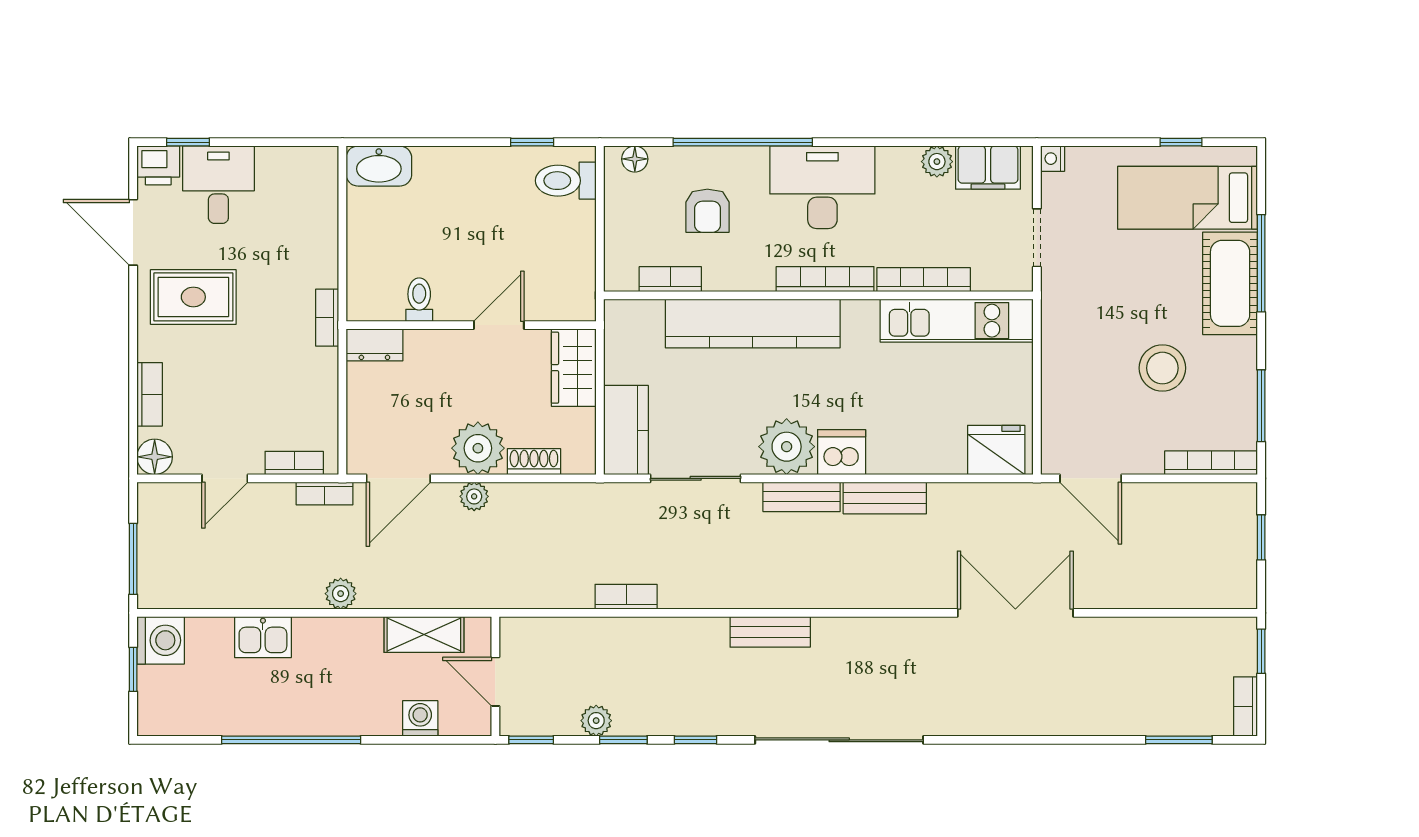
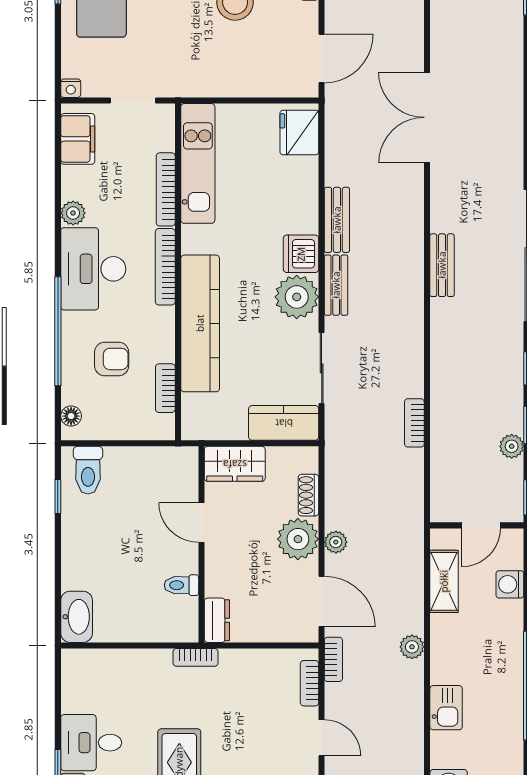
plant: (937, 162) -> (73, 213), moved
bench: (770, 632) -> (442, 265), moved

